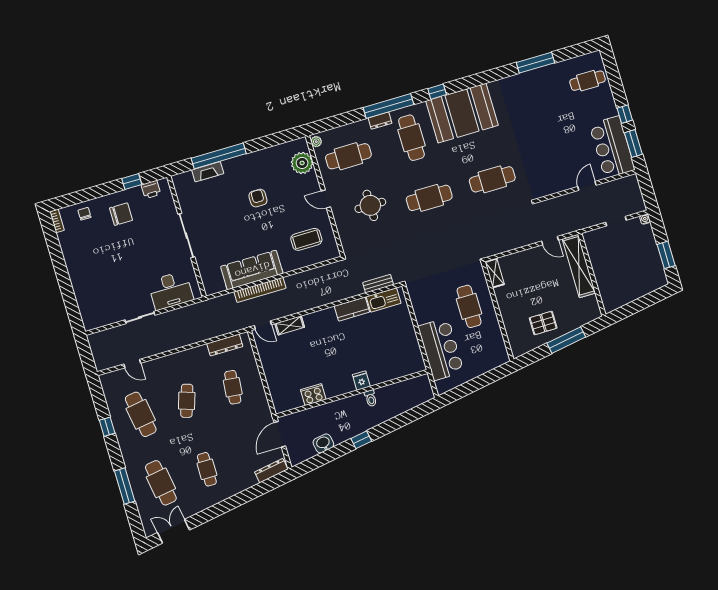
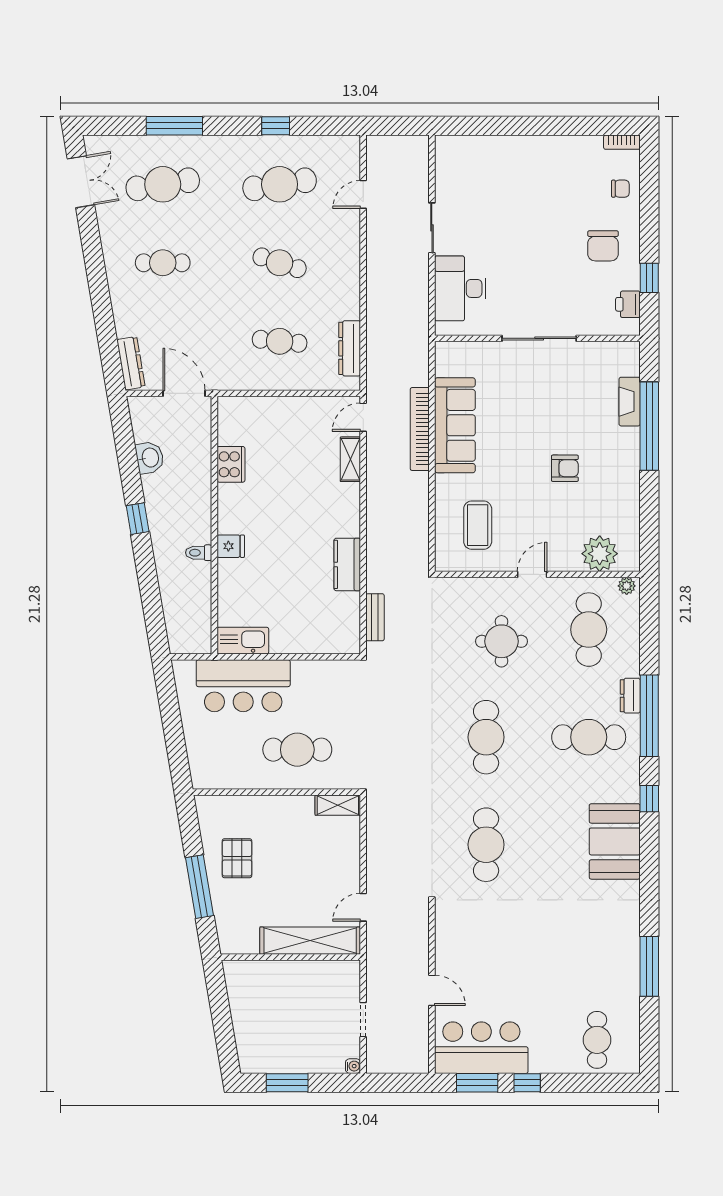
booth: (462, 113) -> (615, 841), width x0.73, depth x0.70
kitchen sink: (384, 300) -> (243, 641), moved, turned 90

